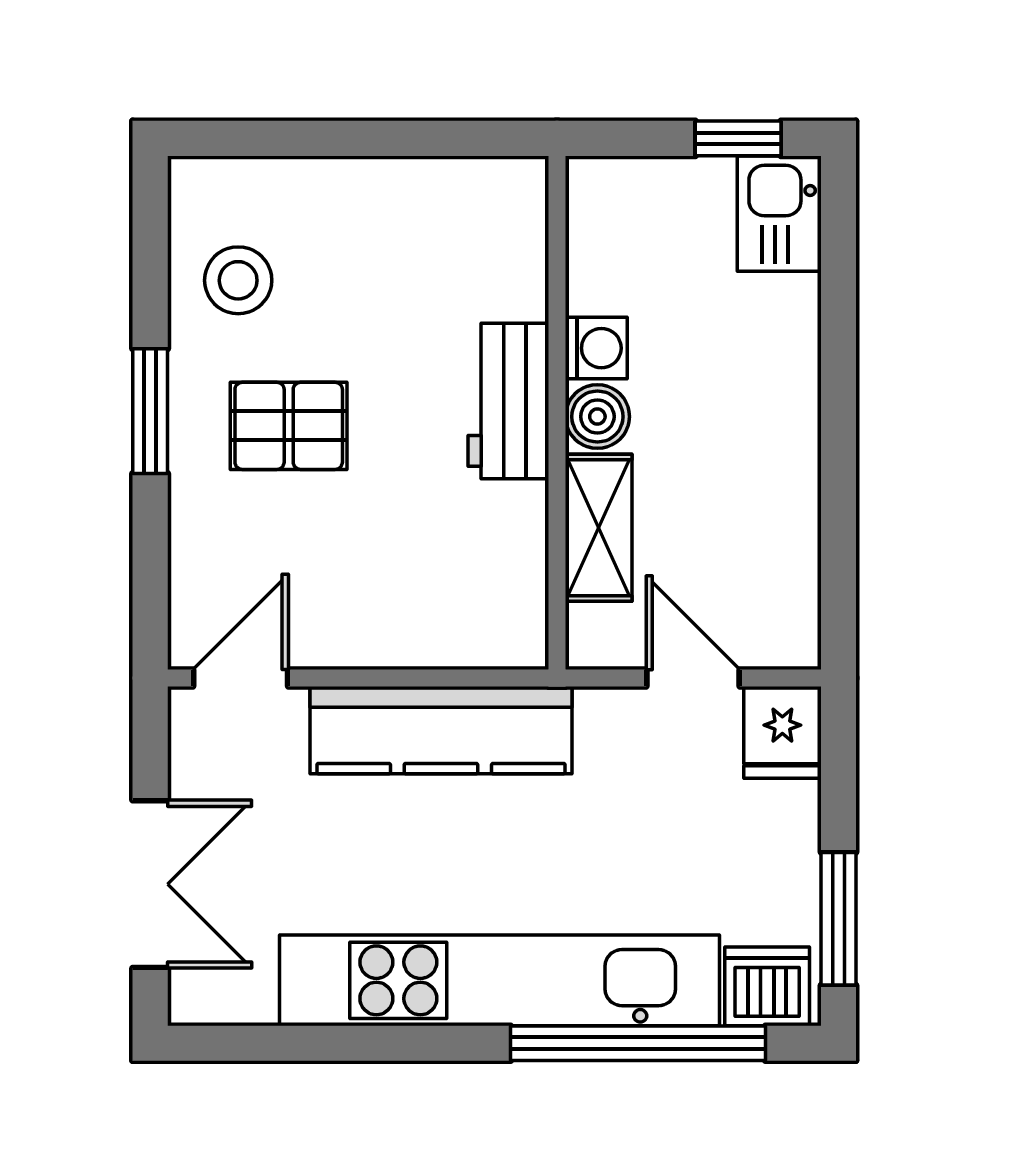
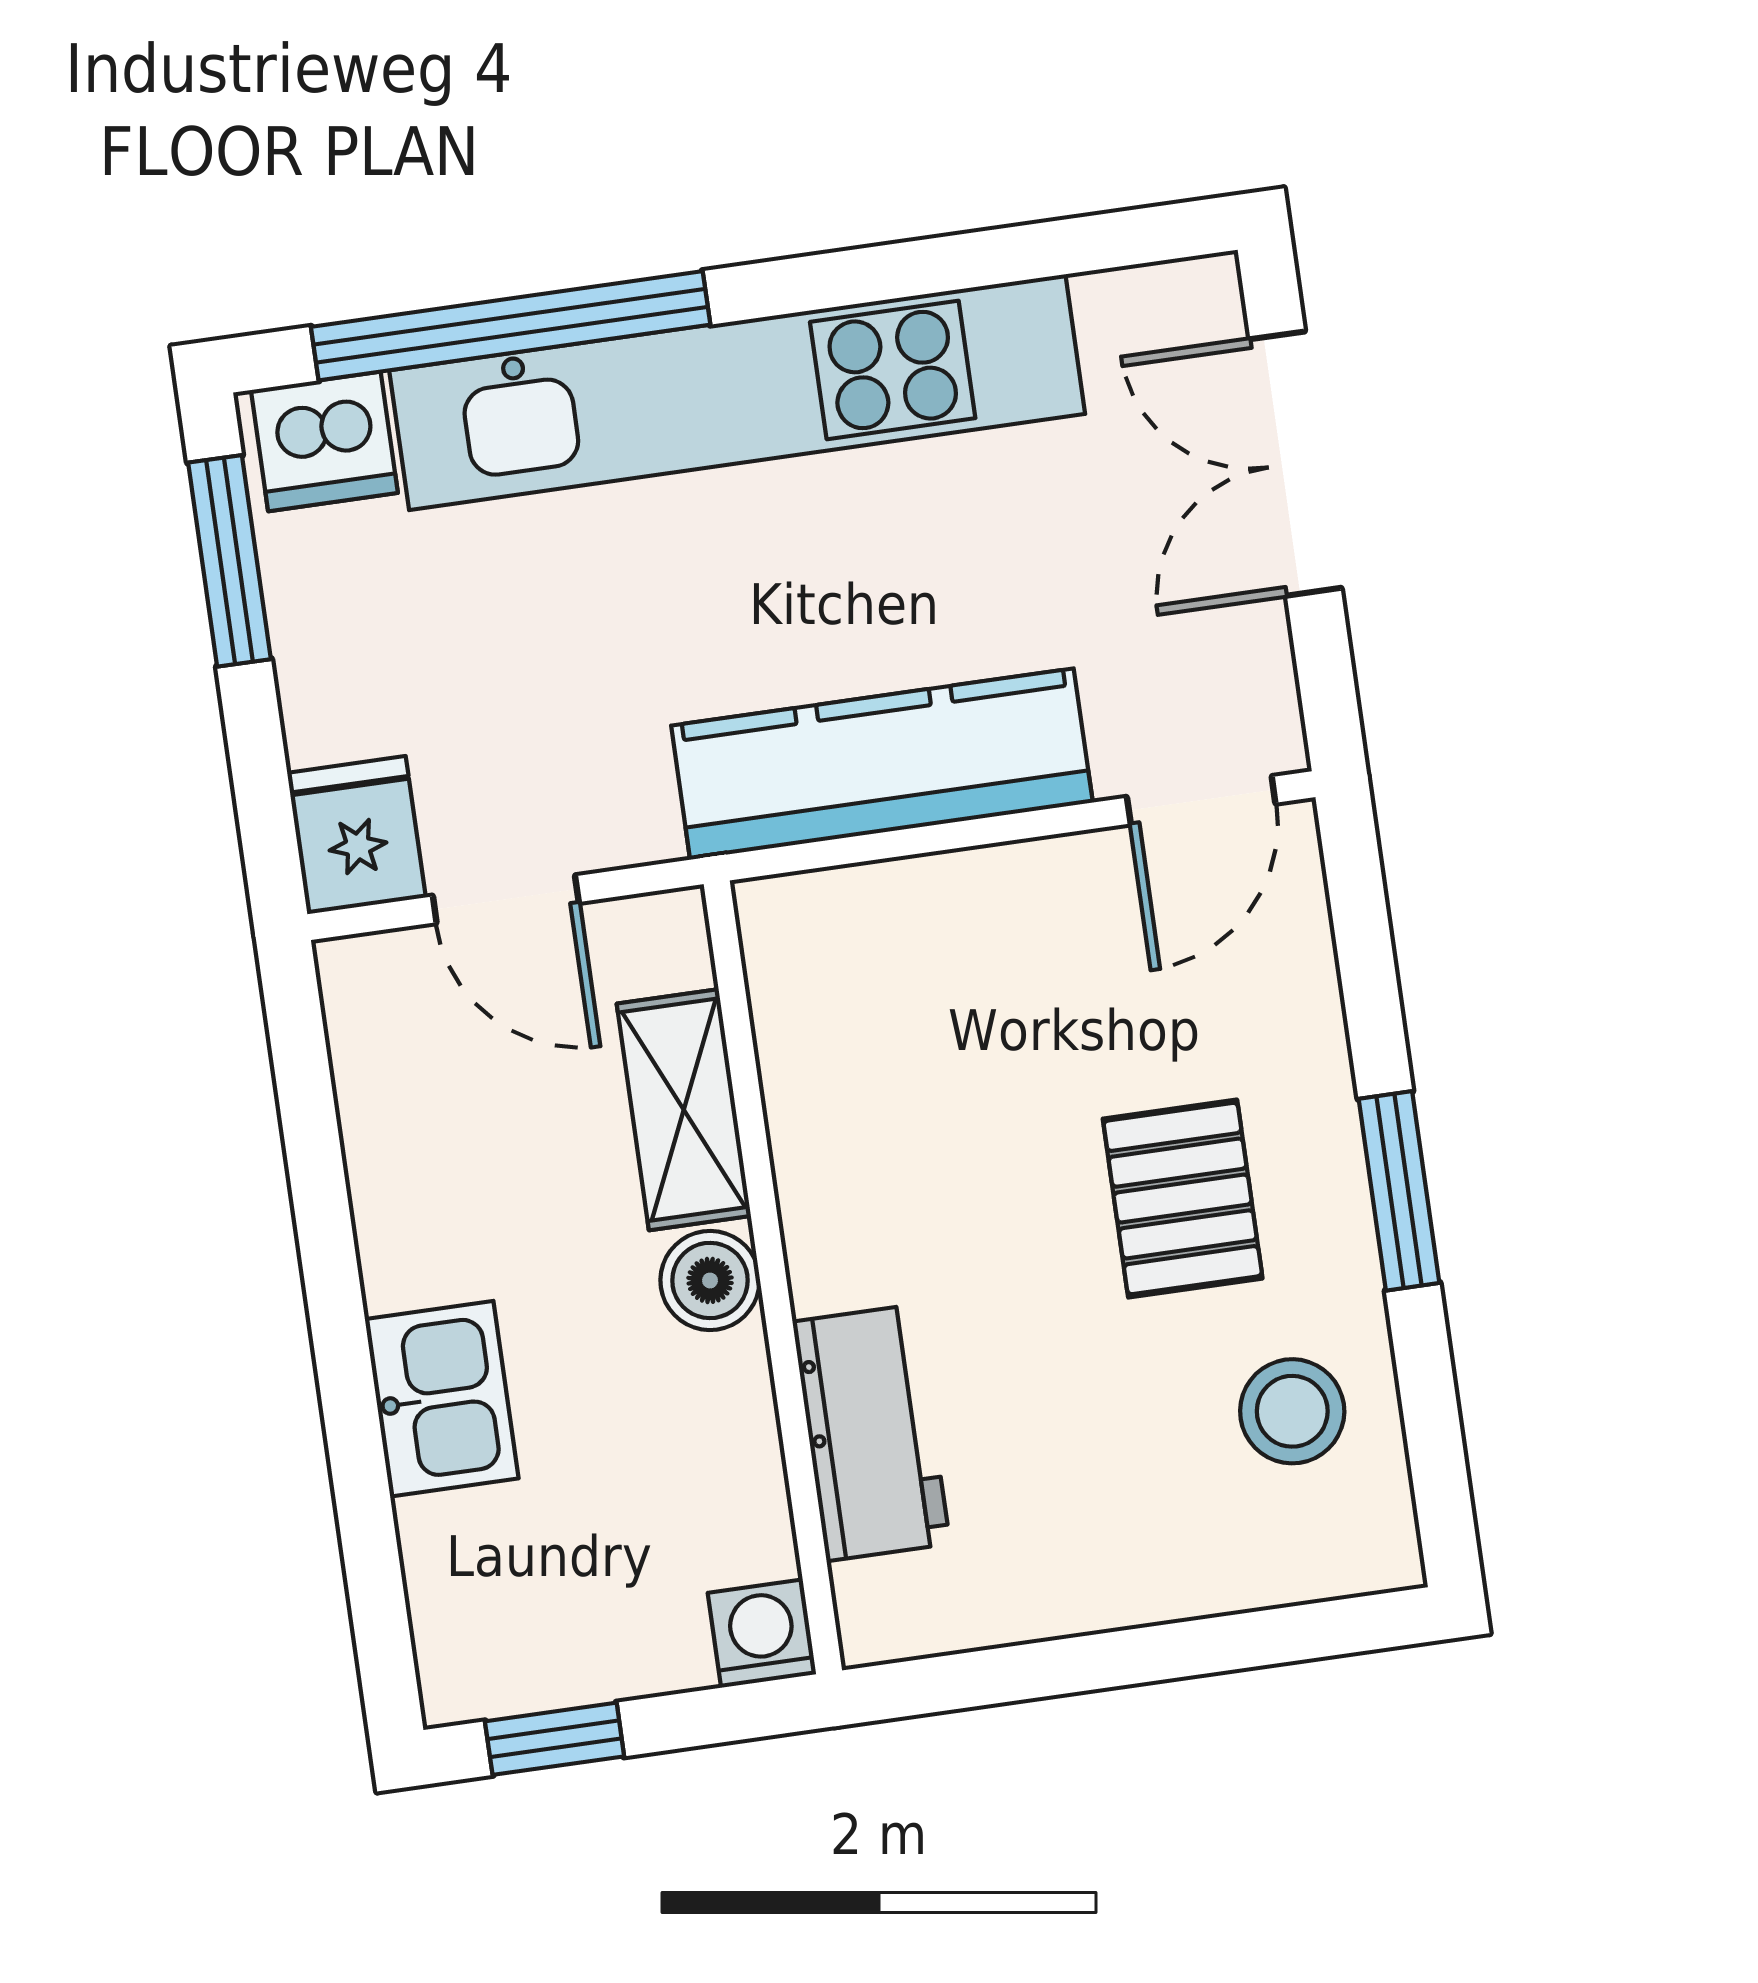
kitchen sink: (779, 214) -> (442, 1399), moved
washing machine: (596, 348) -> (762, 1633), moved, turned 90
workbench: (508, 401) -> (871, 1433), moved
pallet: (289, 426) -> (1183, 1199), turned 90

